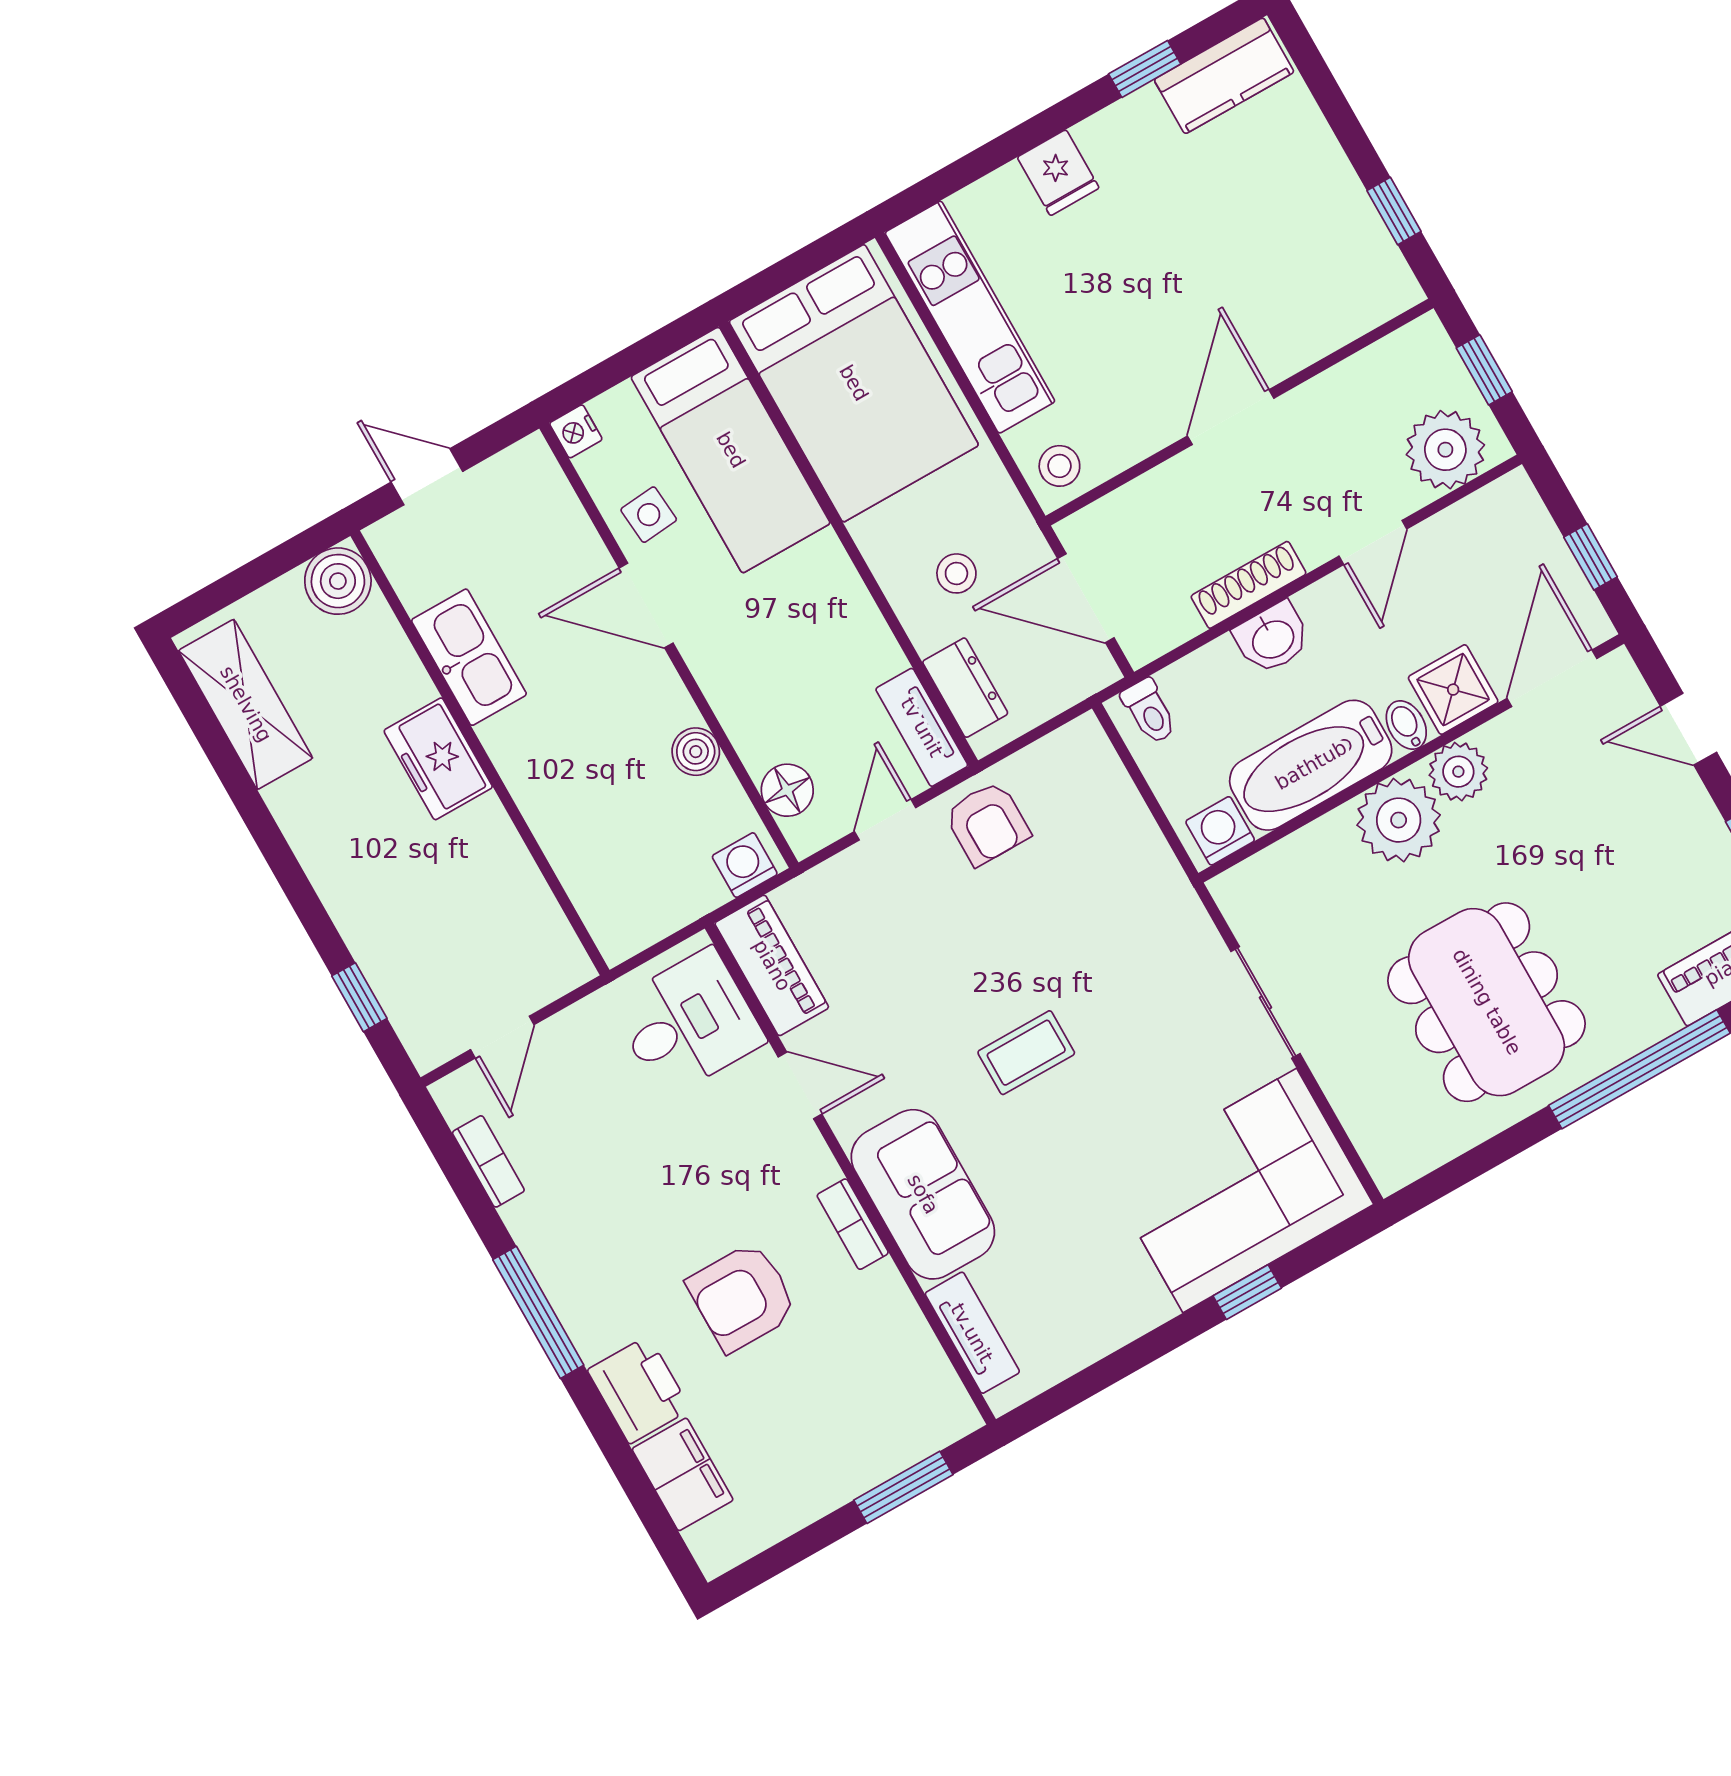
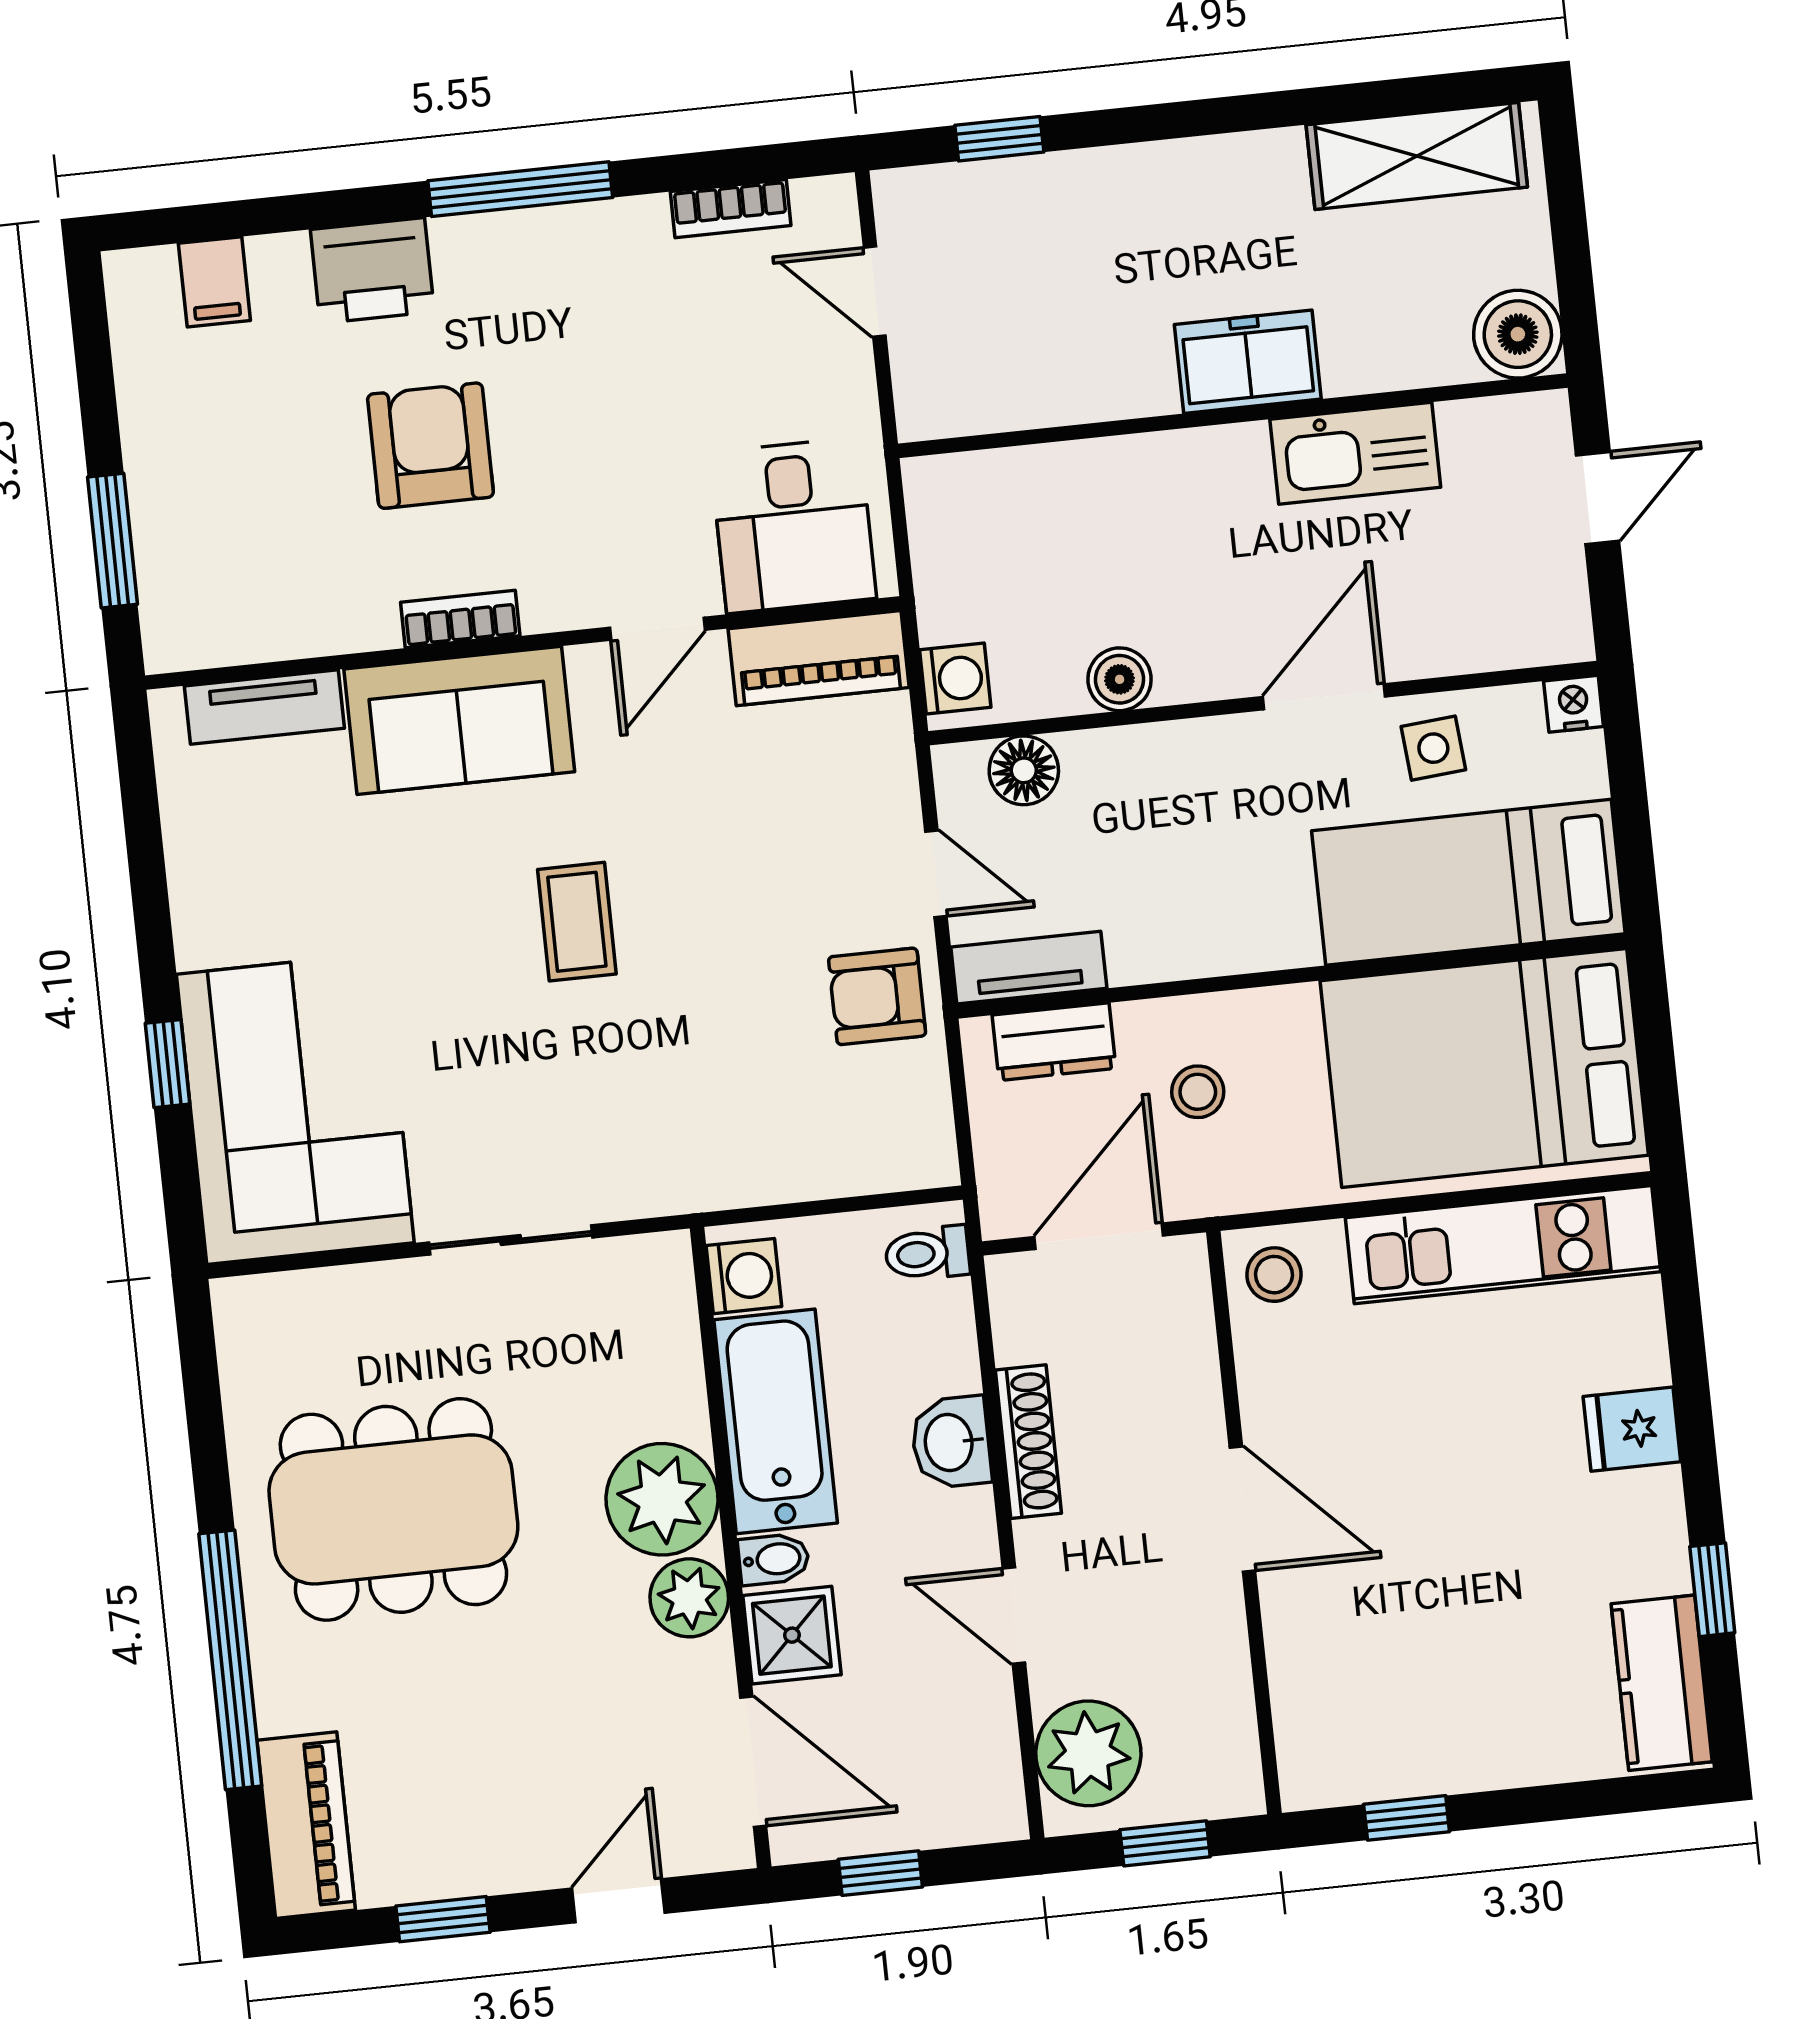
filing cabinet: (683, 1474) -> (214, 282), width x0.50

